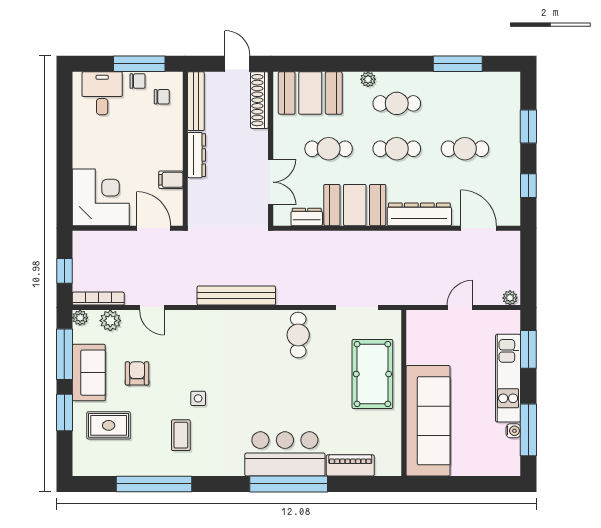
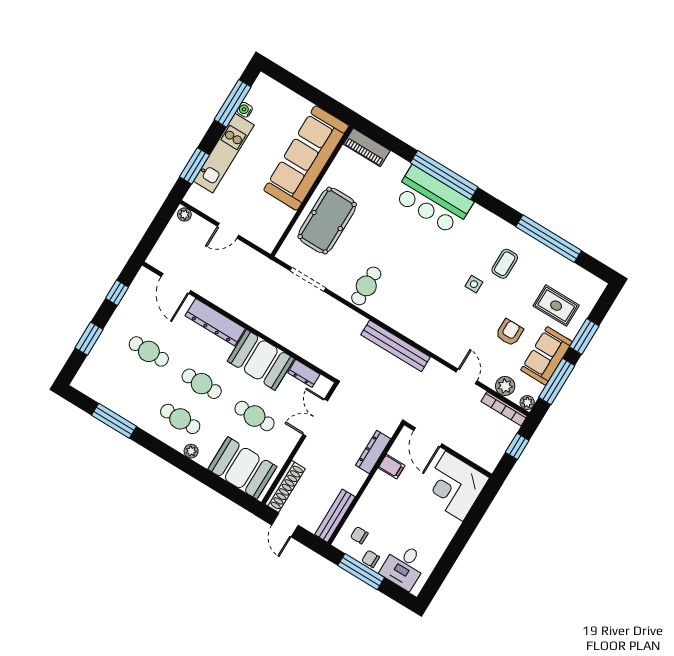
dresser: (196, 155) -> (373, 452), moved
armchair: (137, 373) -> (509, 332), turned 180
piano: (350, 465) -> (367, 147), moved

